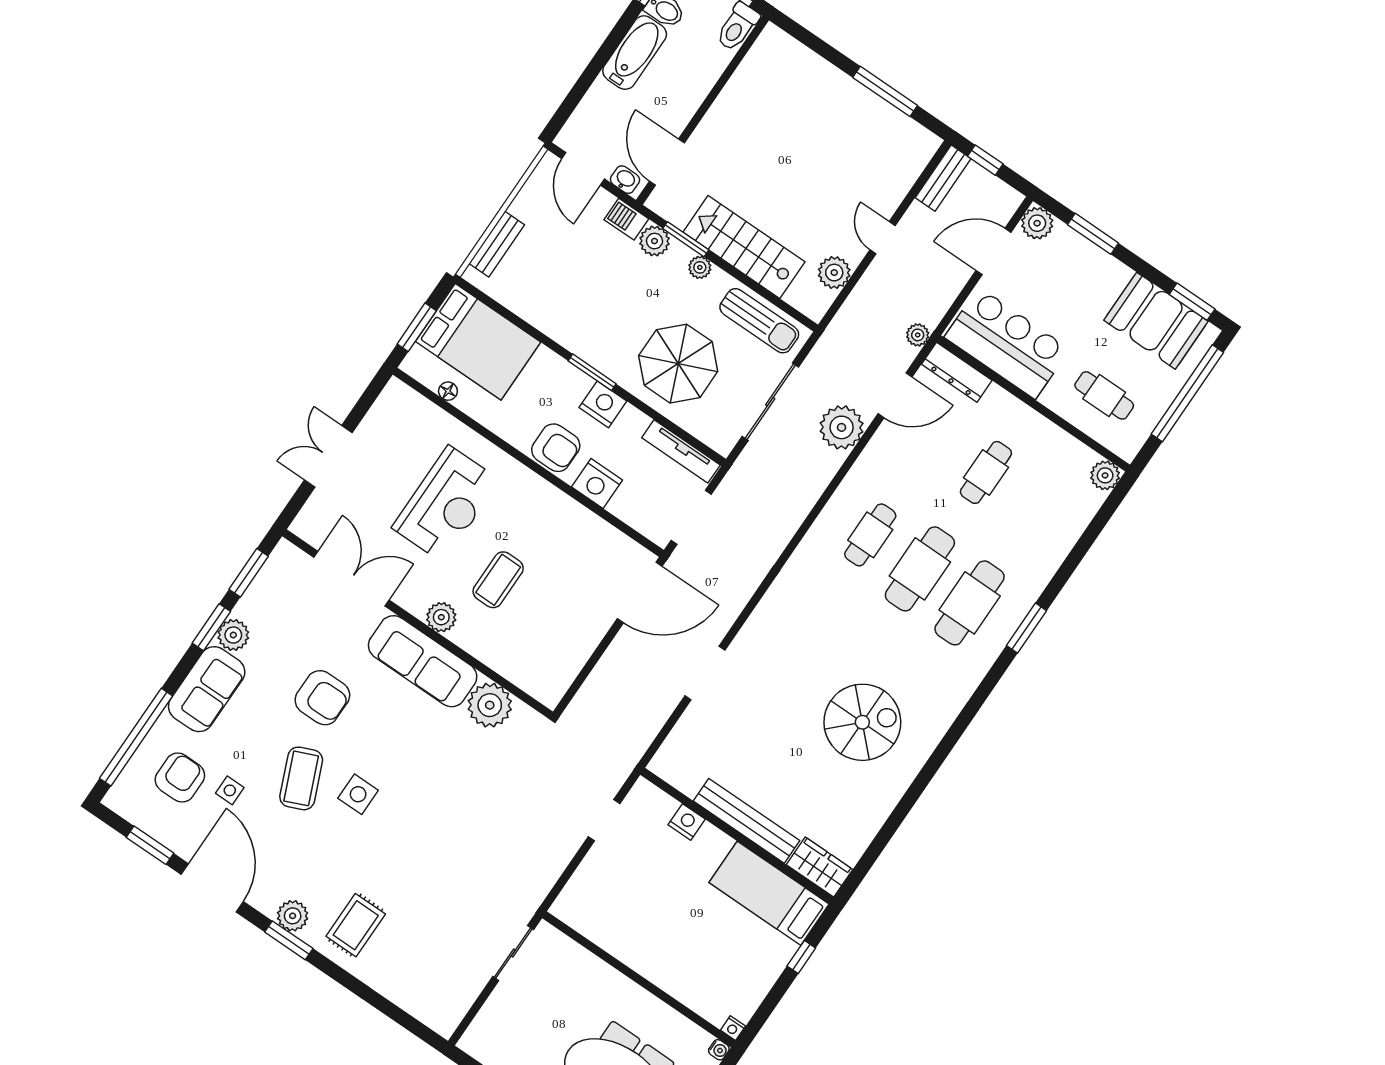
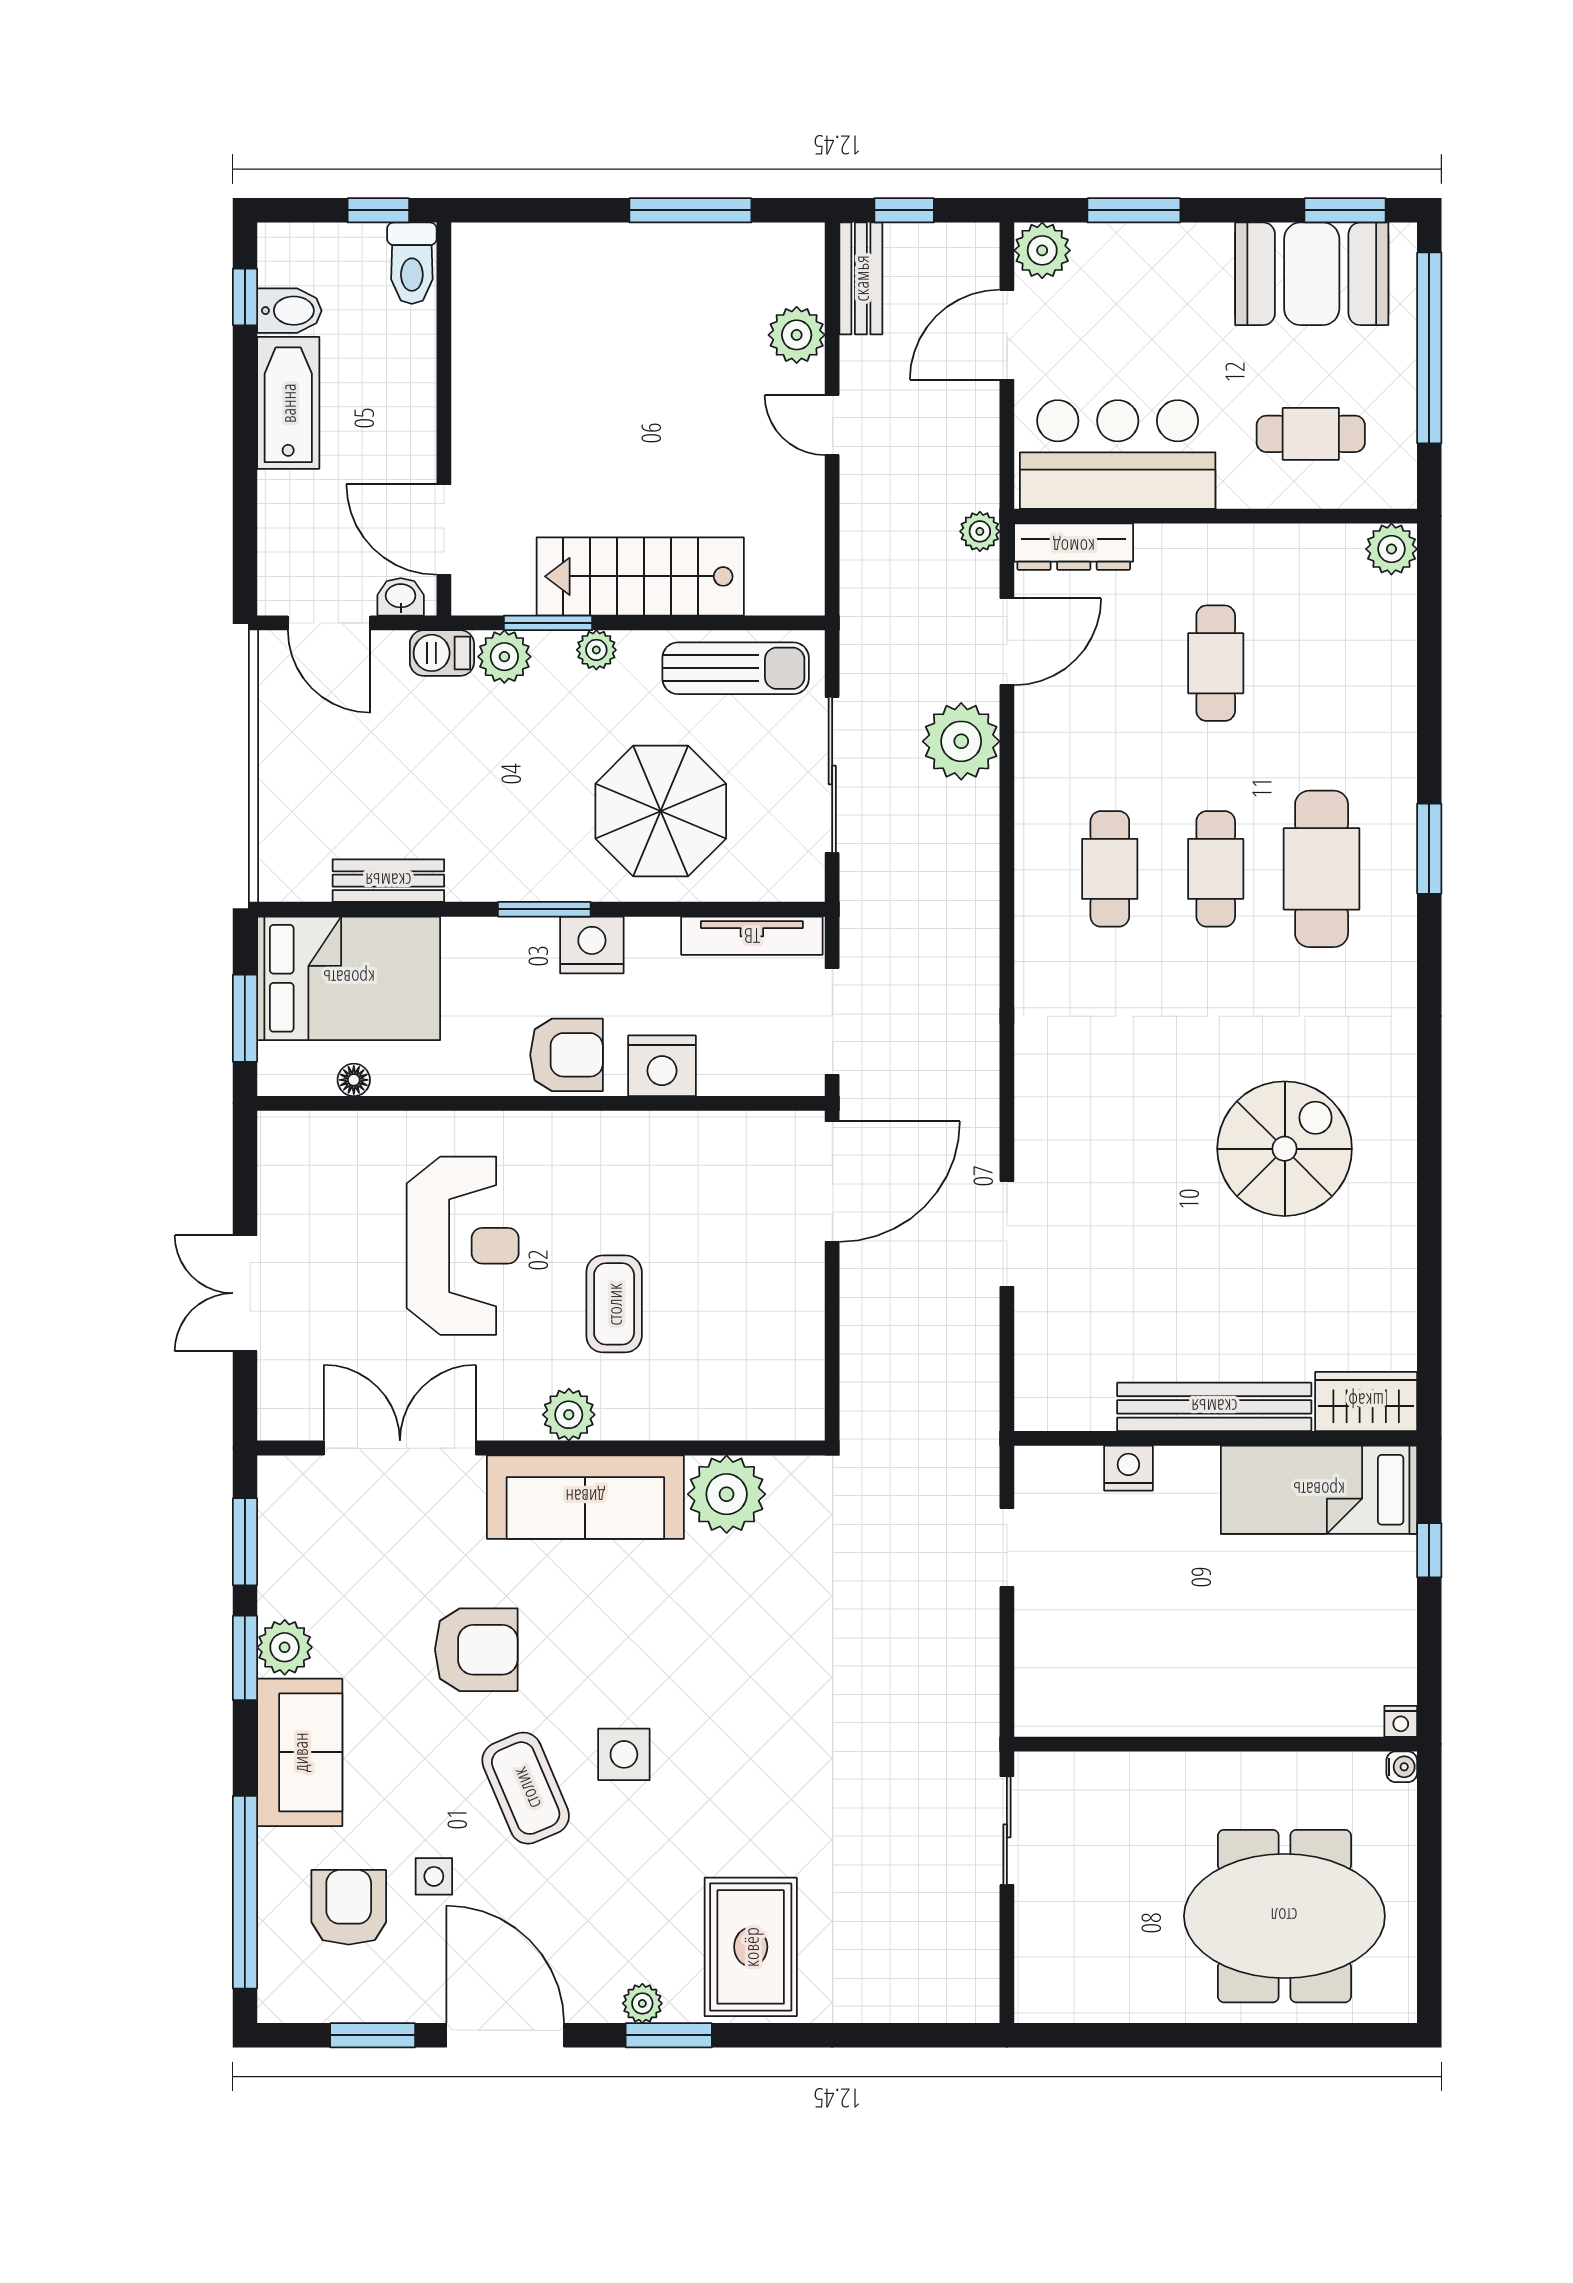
bench: (497, 244) -> (388, 881), moved, turned 90
plant: (834, 273) -> (797, 335), moved
cafe table: (920, 569) -> (1216, 869), width x0.73, depth x0.74
plant: (293, 916) -> (642, 2003), width x0.73, depth x0.73
rug: (356, 925) -> (751, 1947), width x1.36, depth x1.43

